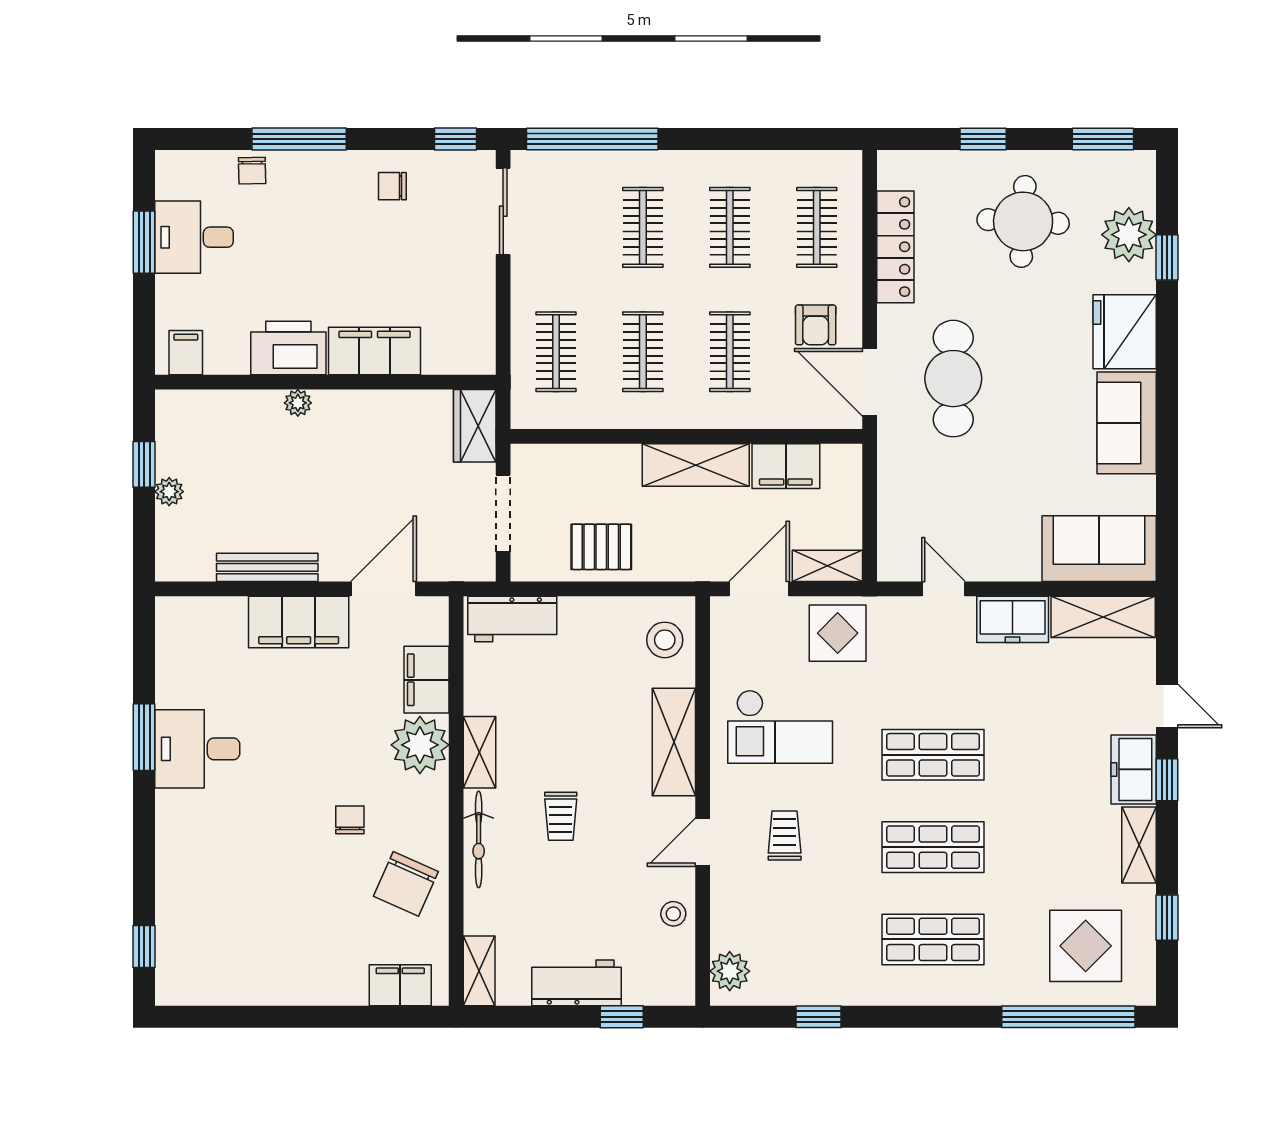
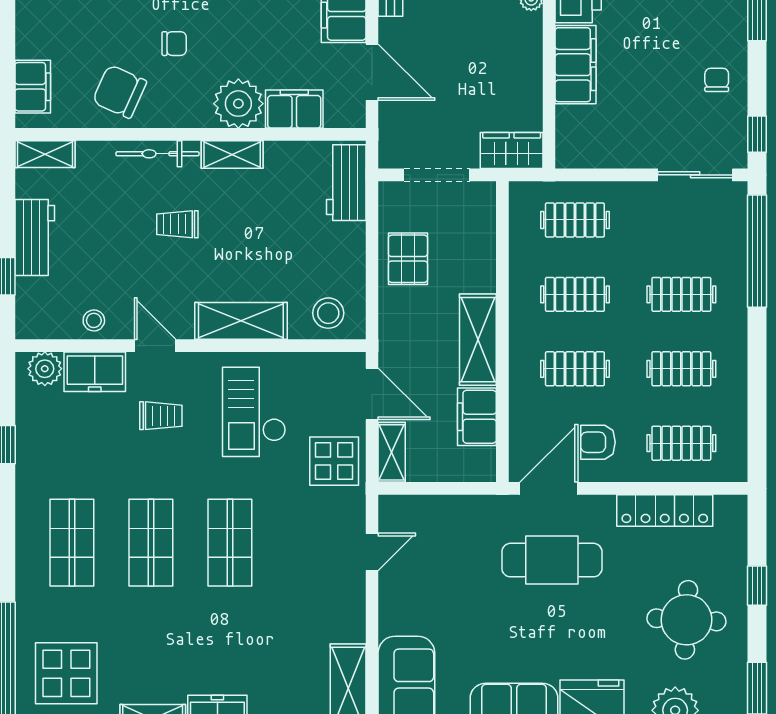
freezer: (1013, 619) -> (95, 372), moved, turned -90

